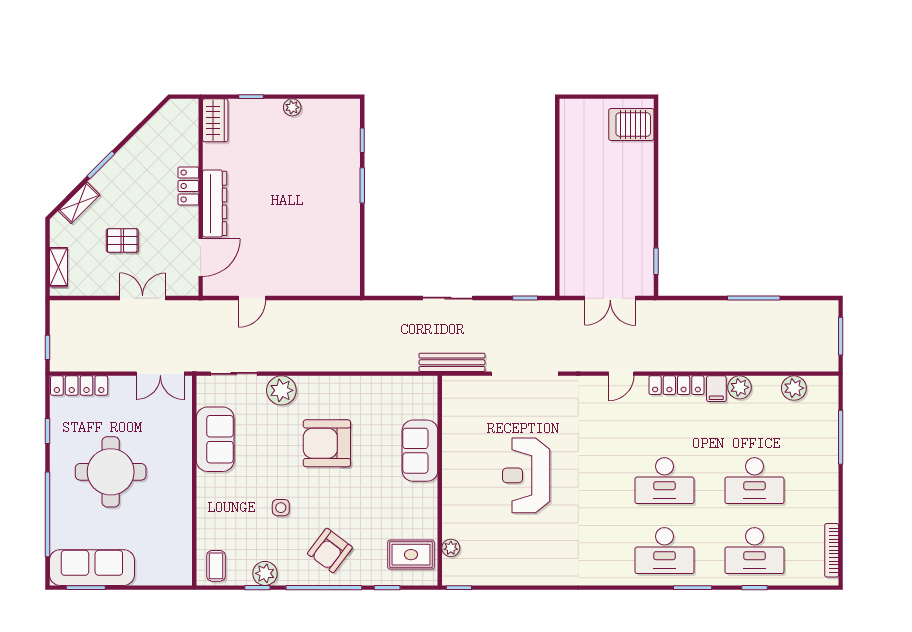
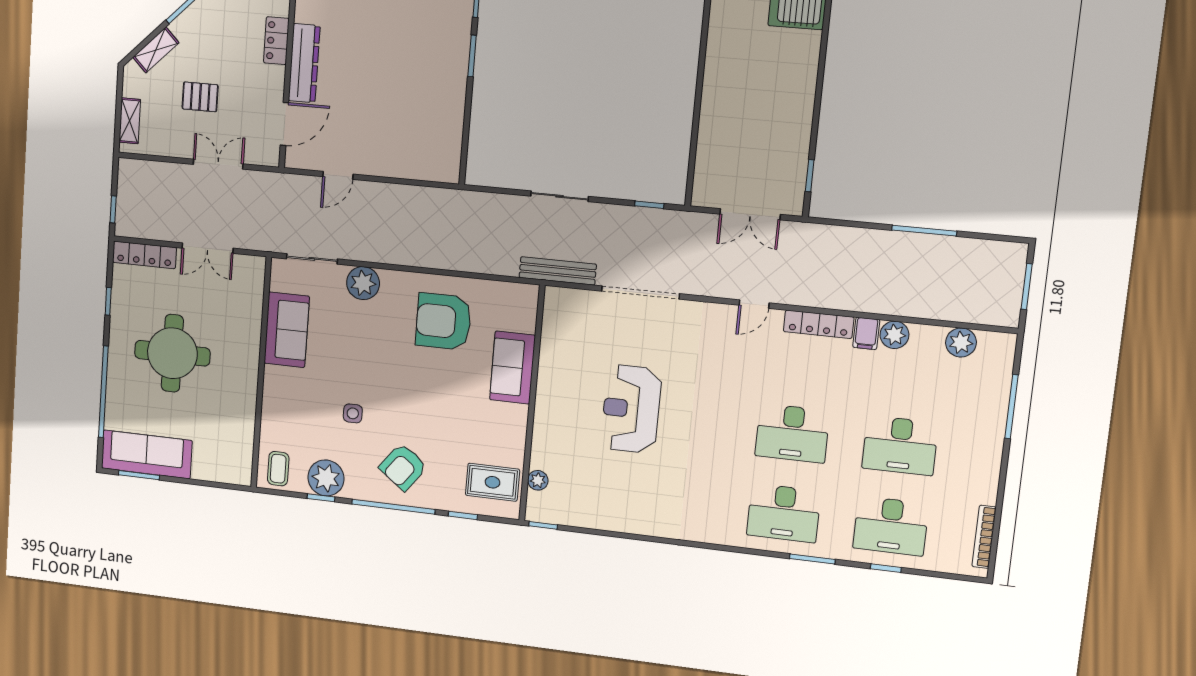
double door: (160, 374) -> (208, 248), moved
armchair: (327, 443) -> (443, 321), moved
plant: (265, 573) -> (326, 478), width x1.36, depth x1.36

